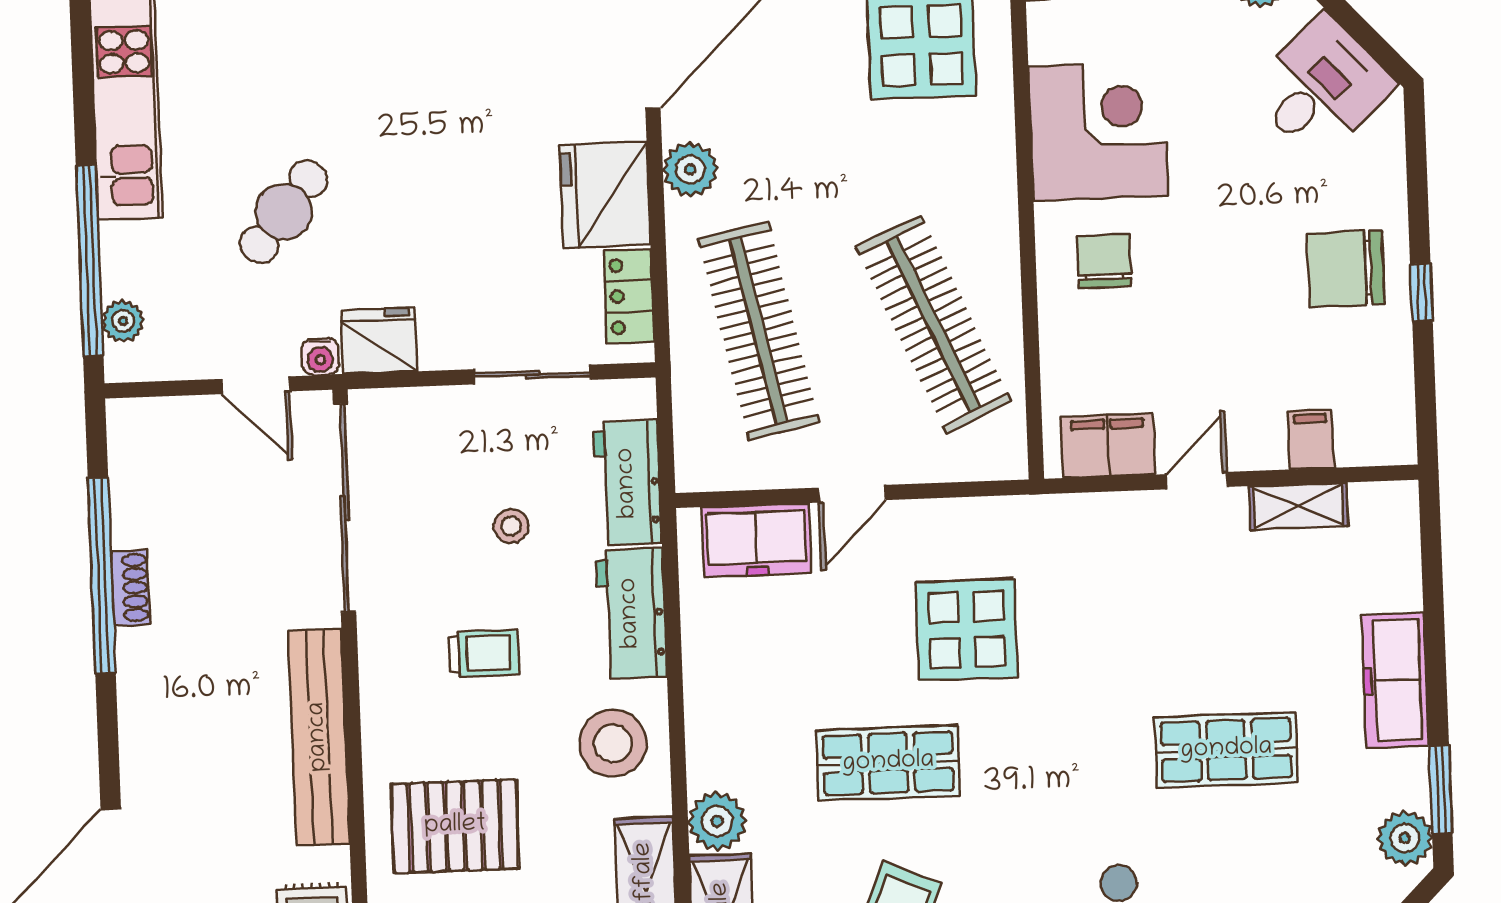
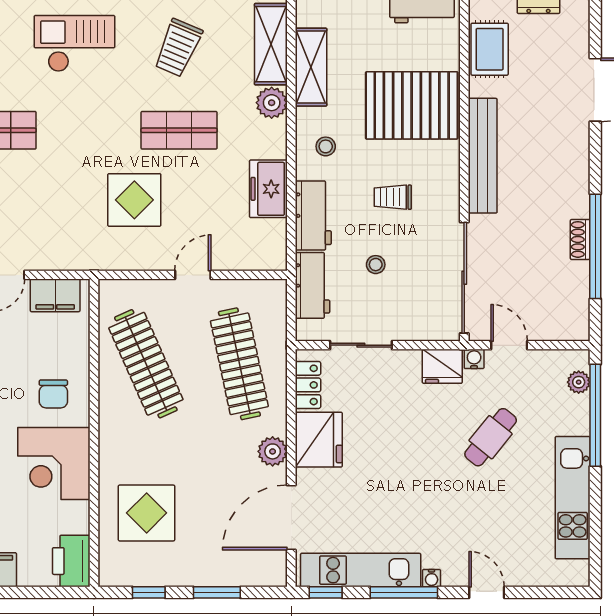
freezer: (756, 540) -> (268, 189), moved, turned -90
stool: (613, 743) -> (326, 146), width x0.53, depth x0.53
pallet: (455, 826) -> (412, 105), width x1.37, depth x1.41

